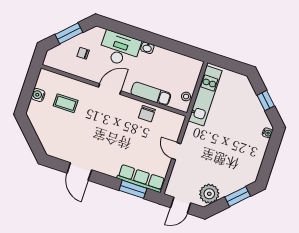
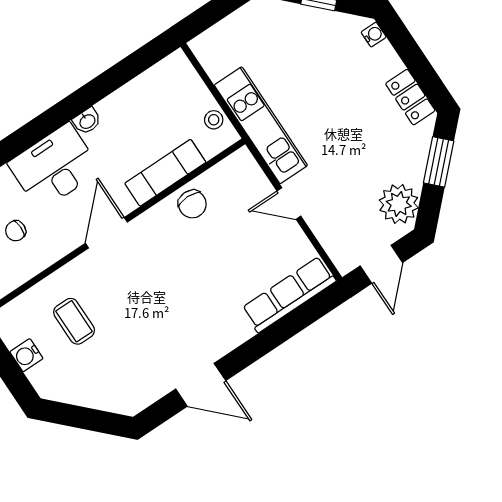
kitchen unit: (205, 96) -> (261, 125), moved
coffee table: (66, 103) -> (74, 321), turned 90
locker: (254, 166) -> (410, 97), added
window: (133, 189) -> (296, 321), removed

